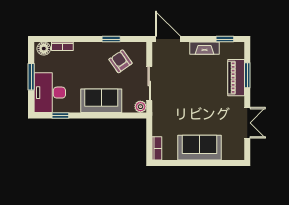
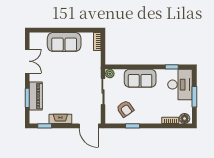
double door: (247, 123) -> (27, 61), swing flipped

